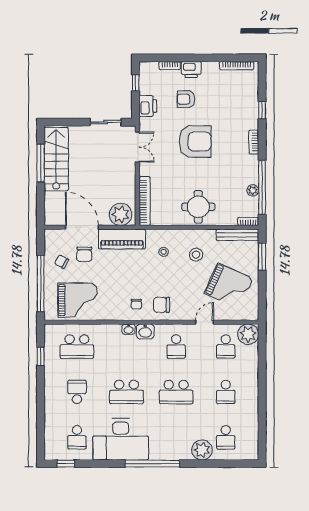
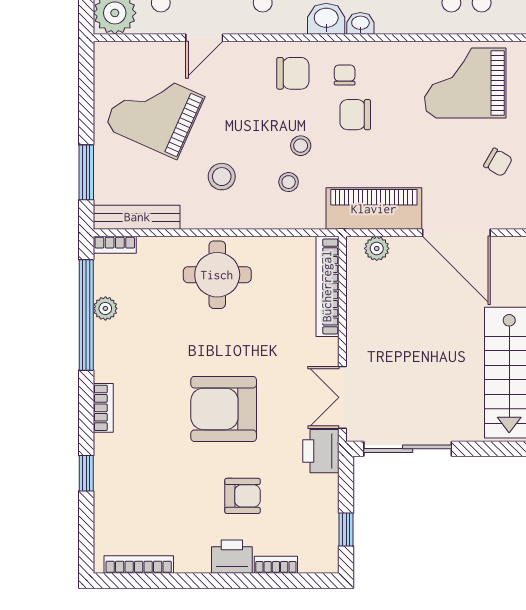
printer: (148, 106) -> (321, 451), moved
sliding door: (106, 122) -> (408, 449), width x1.37
plant: (121, 214) -> (377, 248), width x0.53, depth x0.53
chair: (84, 254) -> (355, 115), moved, turned -90
stool: (158, 270) -> (301, 146), added

